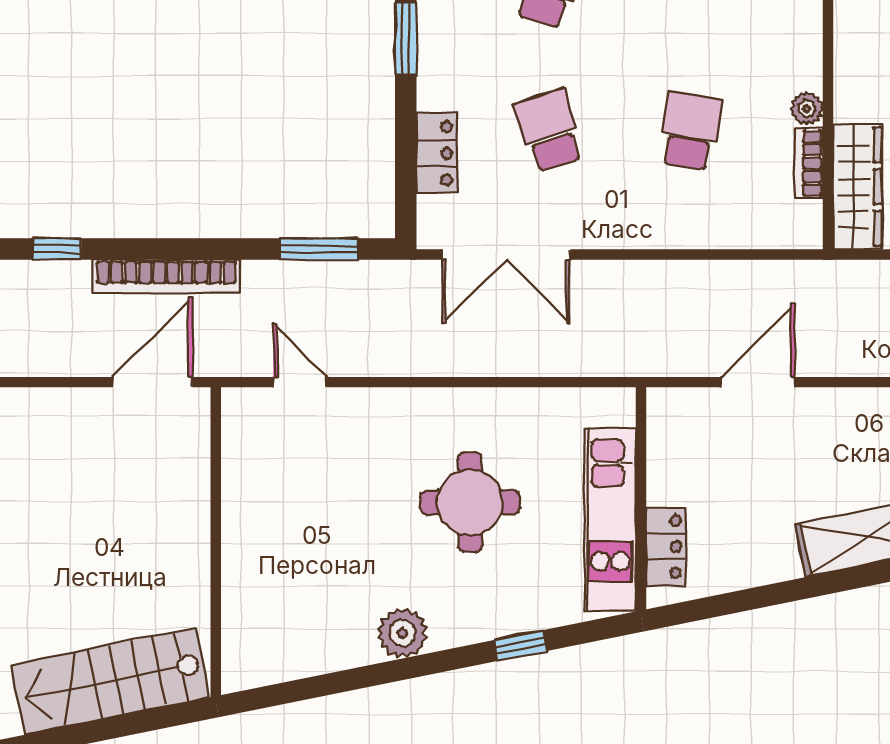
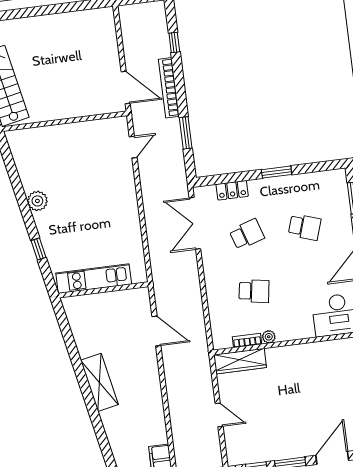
window: (319, 249) -> (186, 133), moved
round table: (470, 502) -> (93, 221), removed
locker: (666, 547) -> (86, 302), removed

